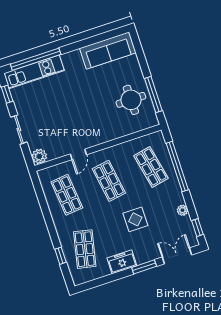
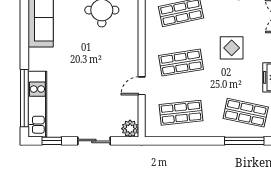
door: (78, 154) -> (142, 86), swing flipped
window: (61, 256) -> (244, 141), width x2.17

